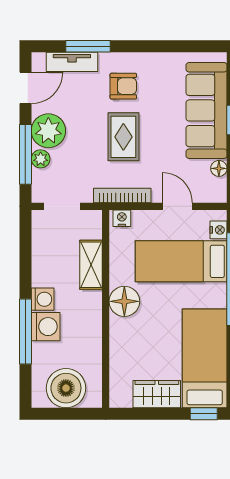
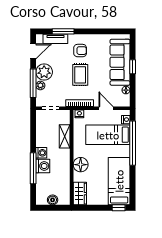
floor lamp: (124, 301) -> (81, 165), moved
boiler: (66, 388) -> (53, 200), width x0.54, depth x0.54
wardrobe: (157, 394) -> (80, 194), moved, turned 90

